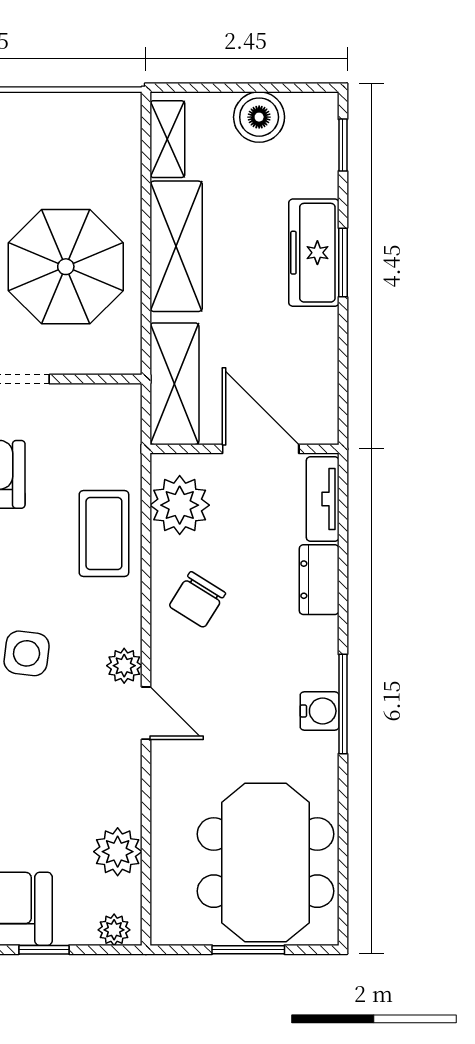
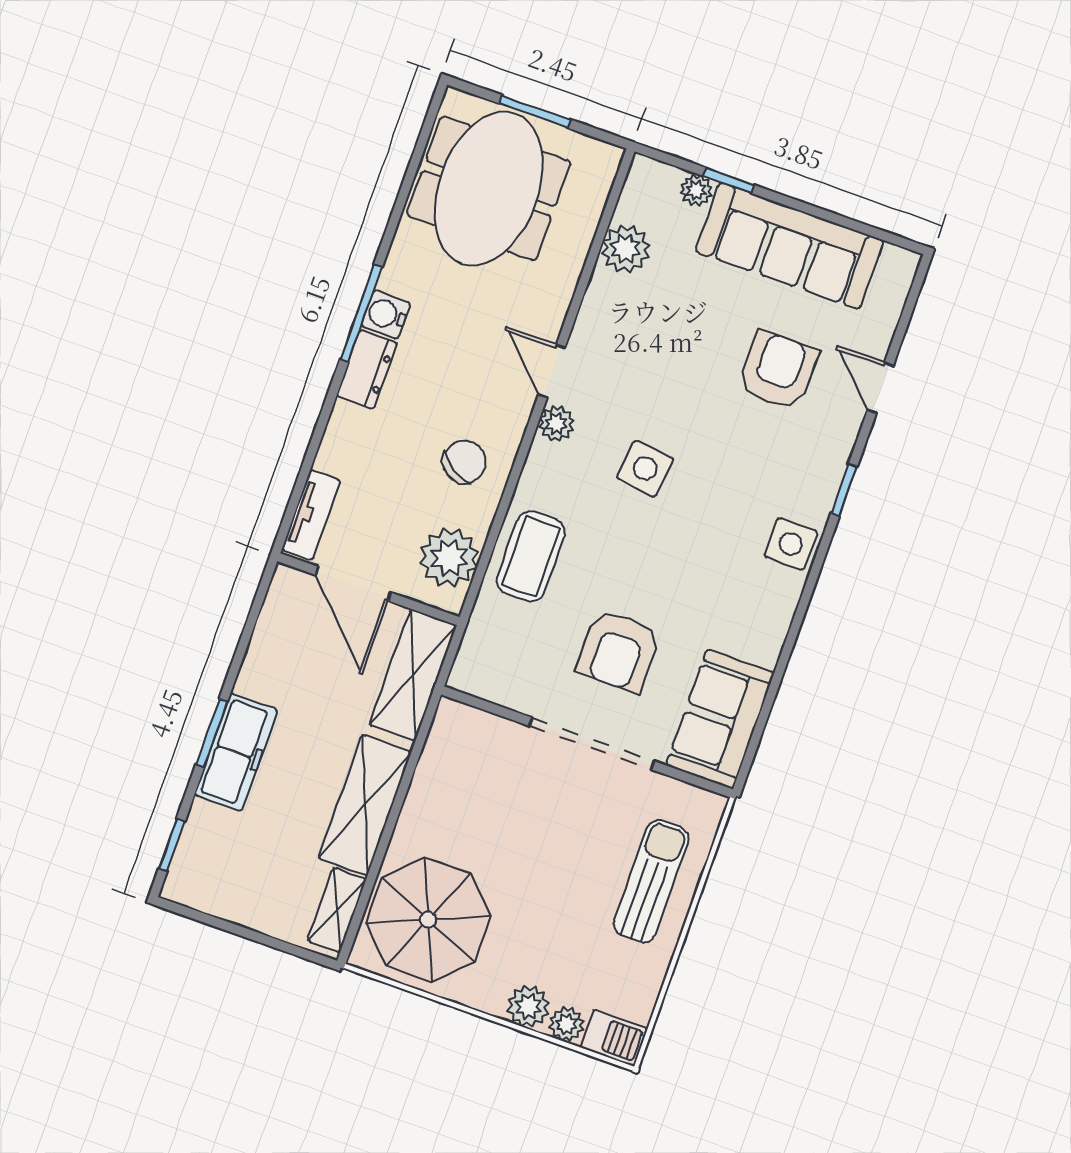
boiler: (259, 117) -> (242, 900), removed
parasol: (66, 267) -> (428, 920), moved
dresser: (319, 580) -> (367, 369), moved
plant: (114, 930) -> (696, 190), moved

